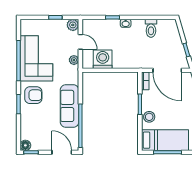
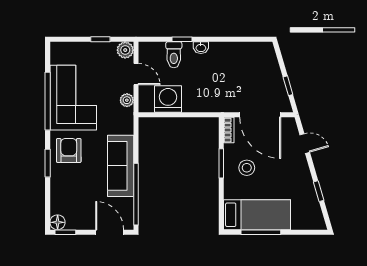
toilet: (151, 28) -> (174, 55), moved
armchair: (33, 95) -> (69, 150), turned -90
stool: (149, 117) -> (247, 168), moved

